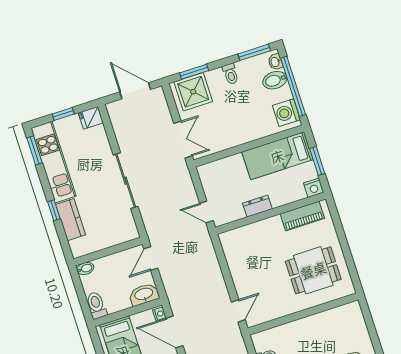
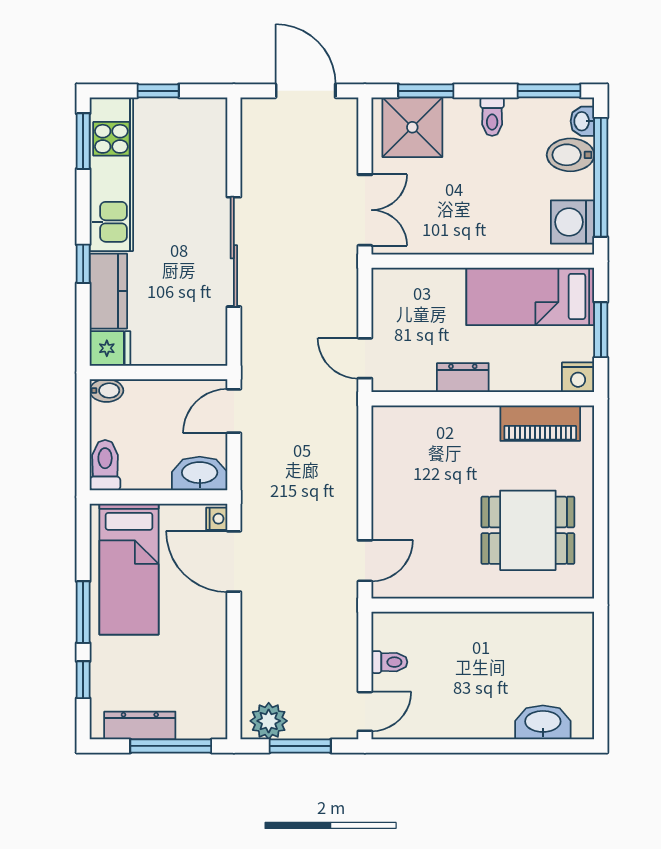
fridge: (91, 118) -> (110, 348), moved, turned 180

